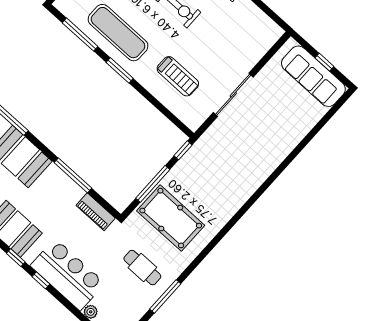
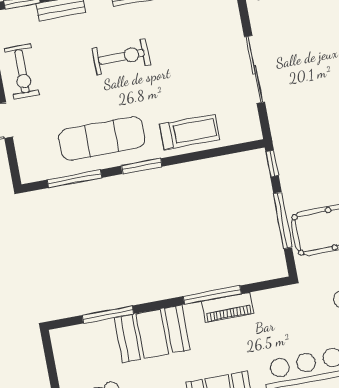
treadmill: (178, 76) -> (190, 132), moved
piano: (96, 212) -> (228, 307), moved

